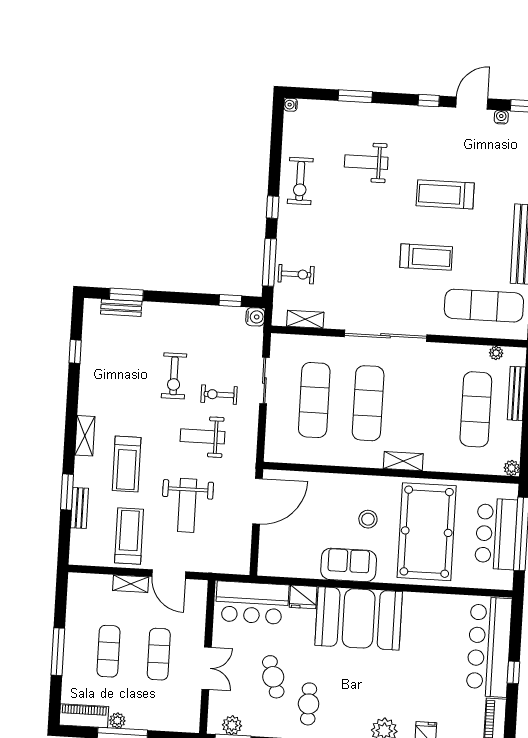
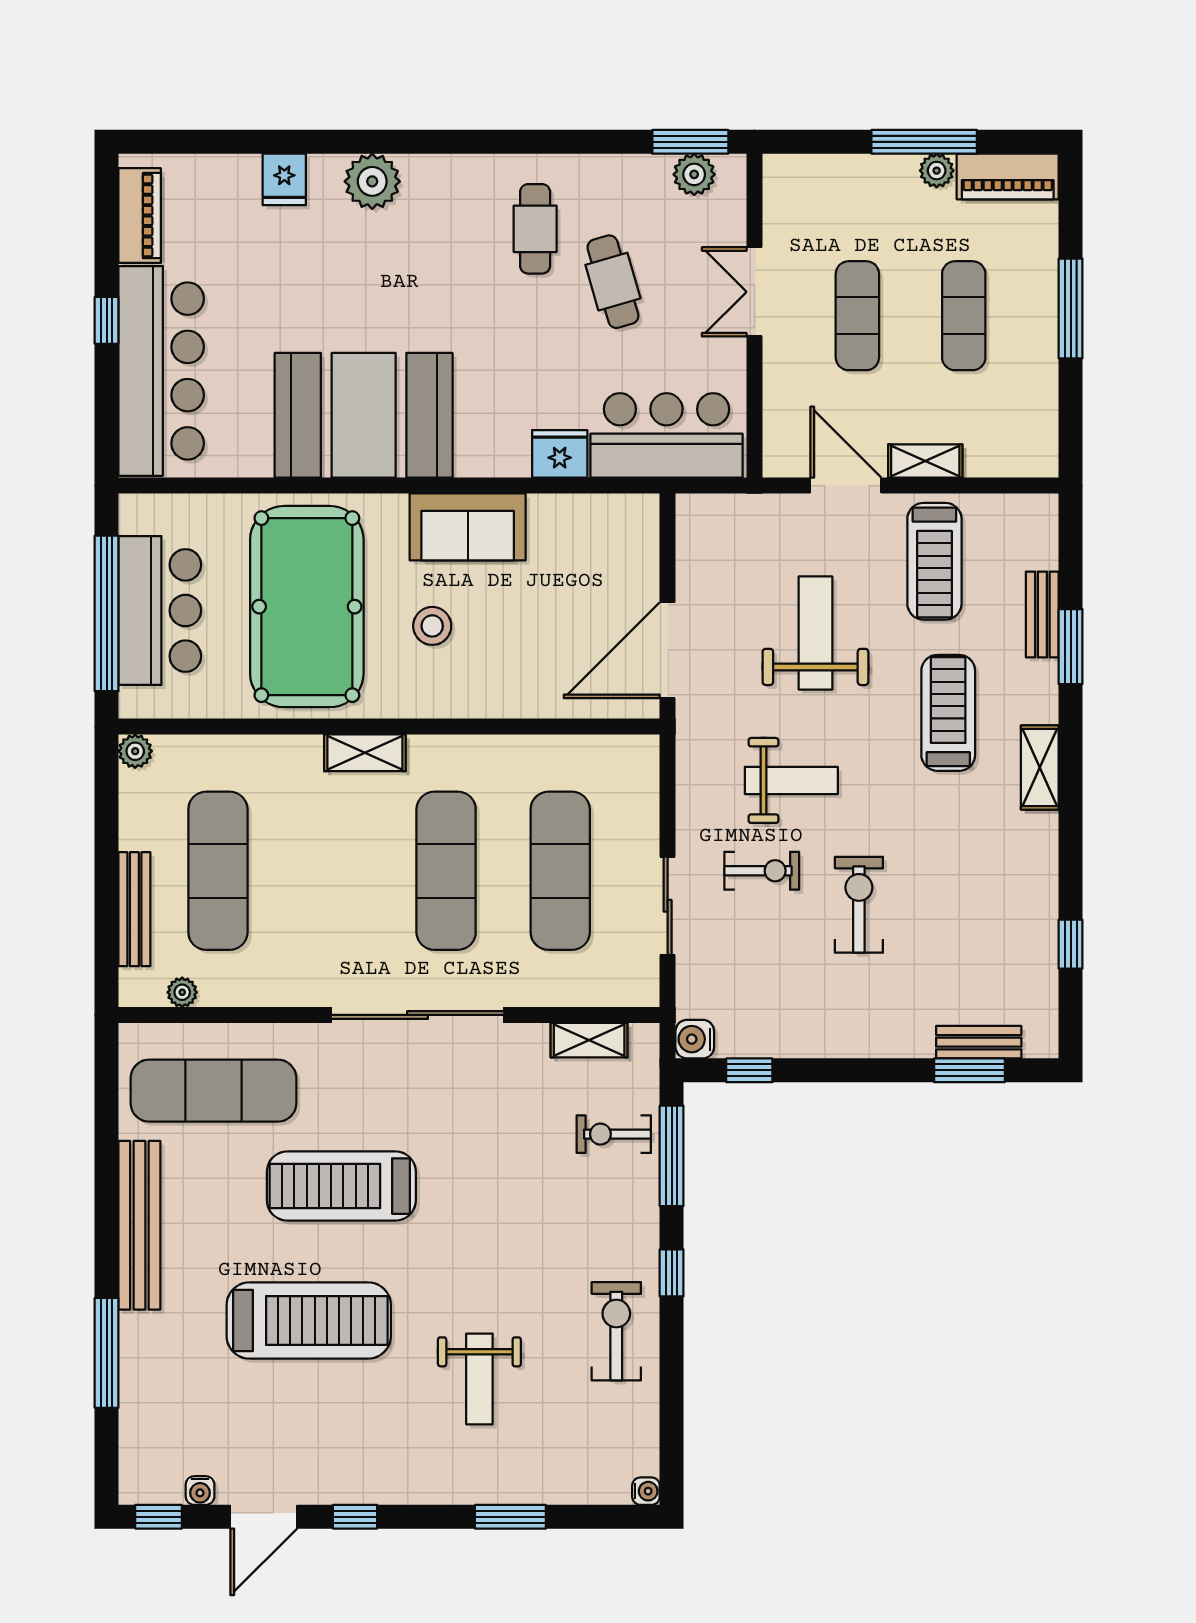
weight bench: (366, 162) -> (479, 1379), turned 90
treadmill: (445, 194) -> (309, 1320), width x1.37, depth x1.38
treadmill: (426, 257) -> (341, 1186), width x1.37, depth x1.38
booth: (359, 618) -> (364, 415), moved

